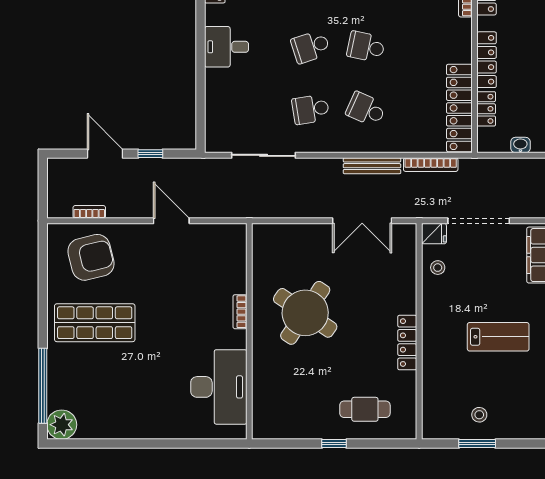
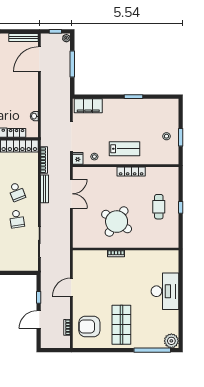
school desk: (366, 109) -> (17, 192), turned -45
armchair: (91, 257) -> (89, 327), turned -76
lab bench: (498, 337) -> (124, 149), moved, turned 90
desk: (219, 387) -> (165, 291), moved, turned 90
cafe table: (365, 409) -> (159, 207), moved

